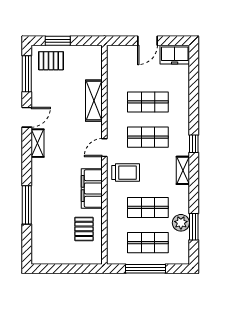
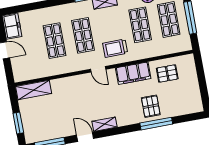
pallet: (51, 61) -> (151, 106), moved
shelving: (94, 101) -> (34, 90), moved
trolley: (126, 173) -> (115, 48), turned -91

